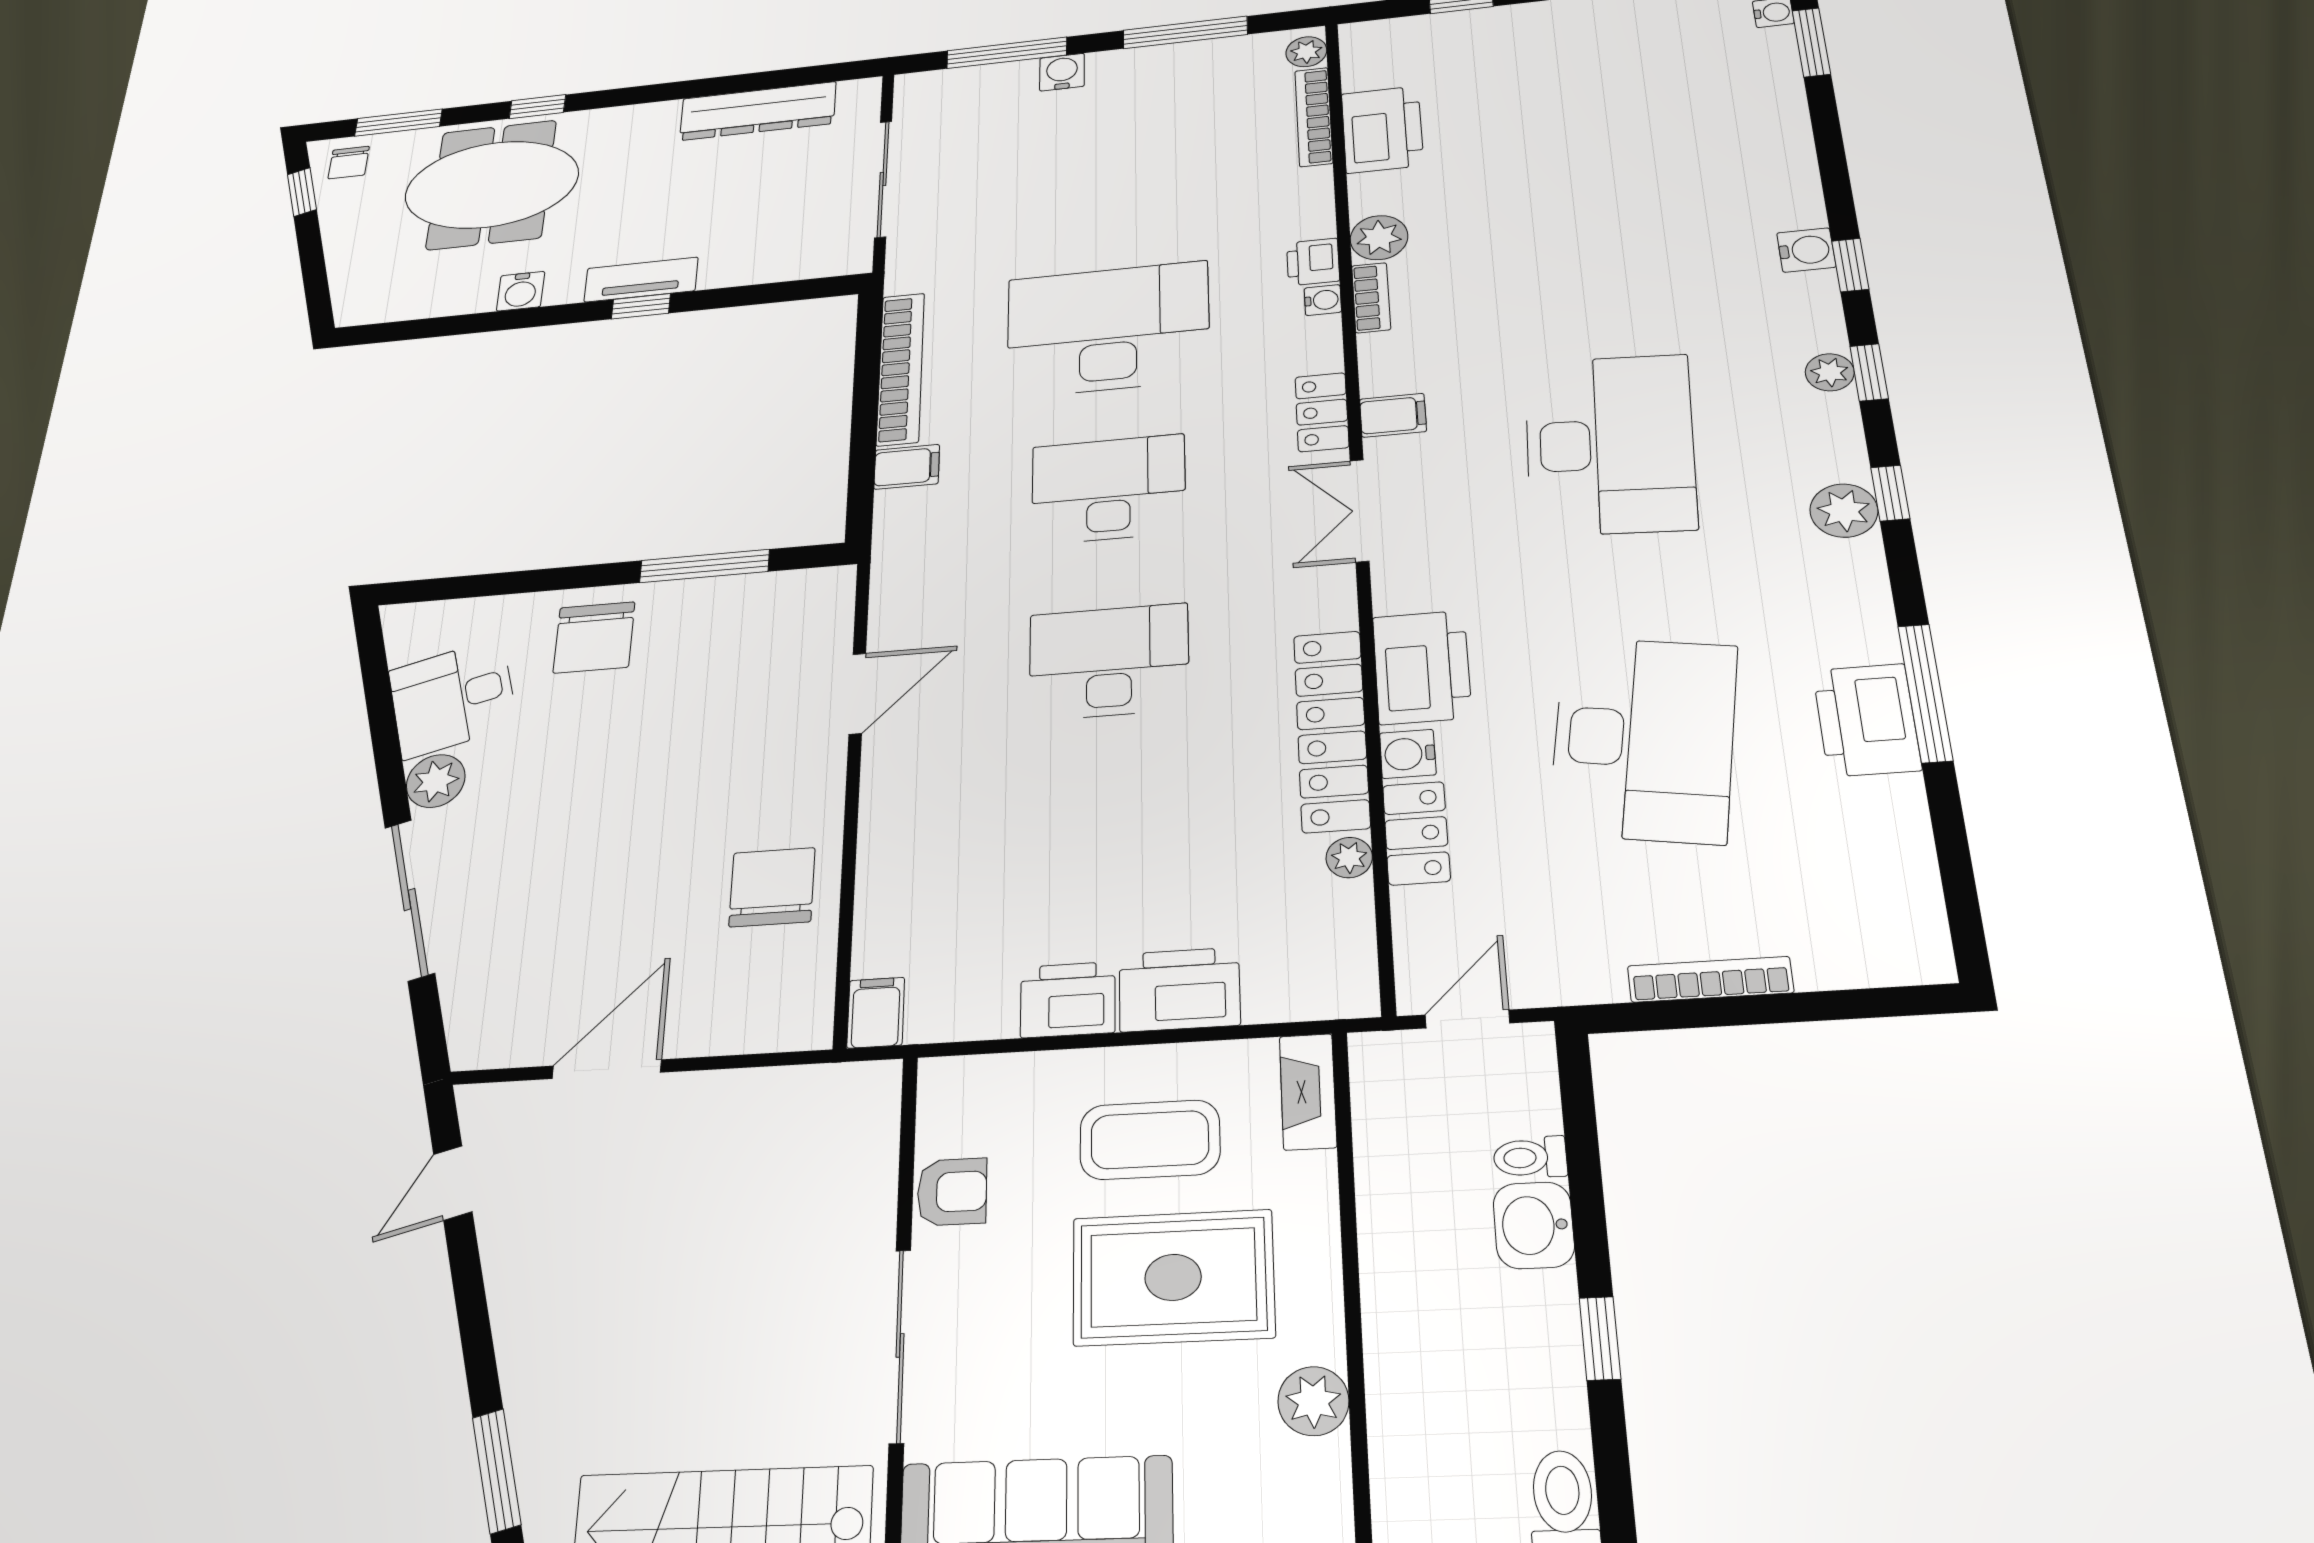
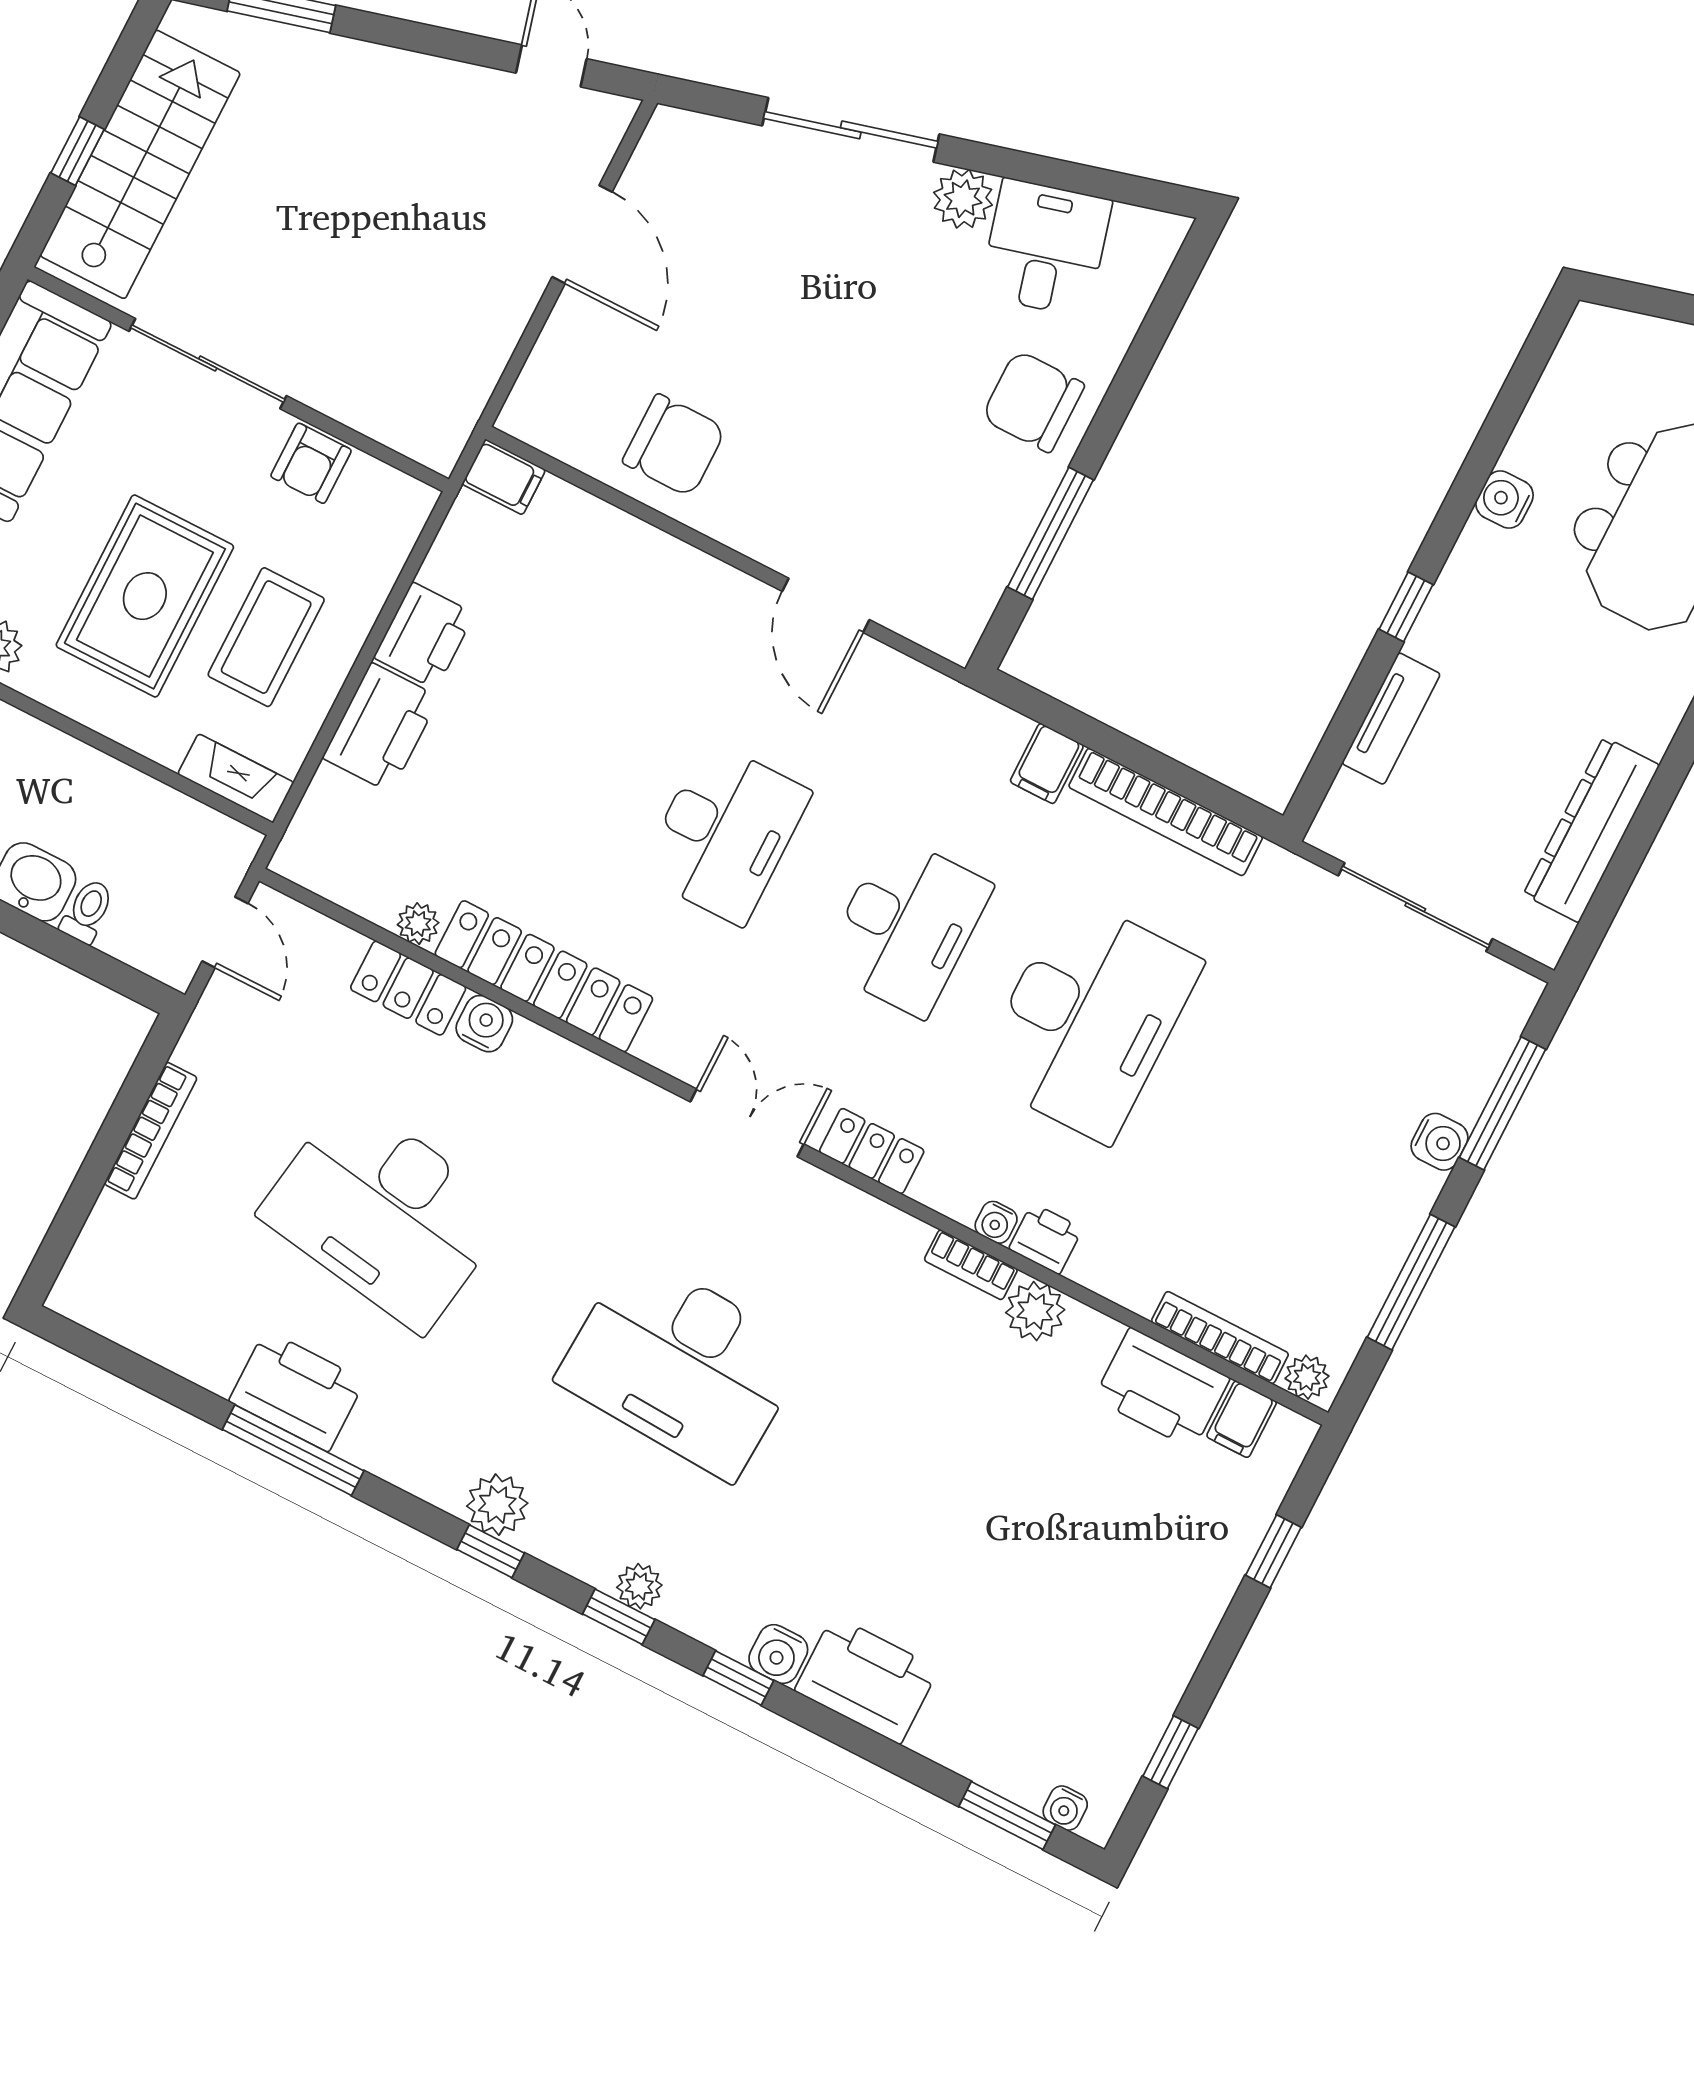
tv unit: (641, 280) -> (1391, 719), moved
filing cabinet: (1393, 415) -> (1242, 1419), moved
printer: (1422, 667) -> (867, 1680), moved, turned 180

